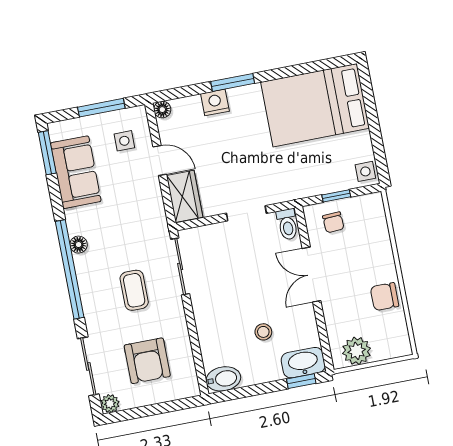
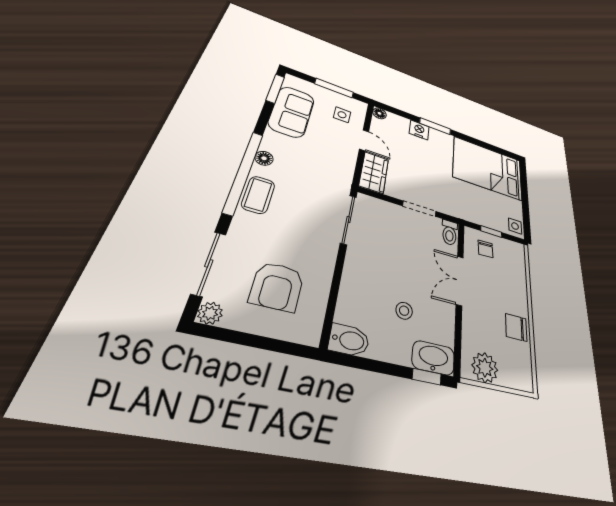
coffee table: (134, 290) -> (258, 195), moved

